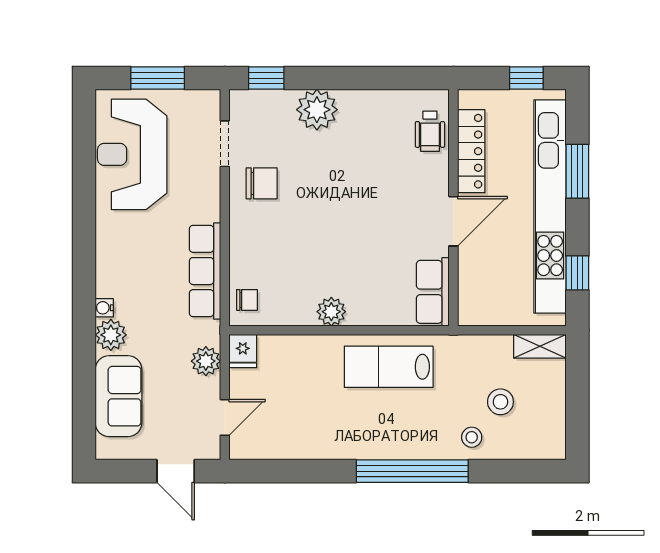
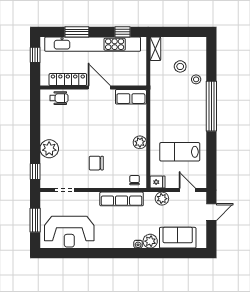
chair: (262, 183) -> (96, 163), moved, turned -90
lab bench: (389, 367) -> (180, 152), moved, turned 90

